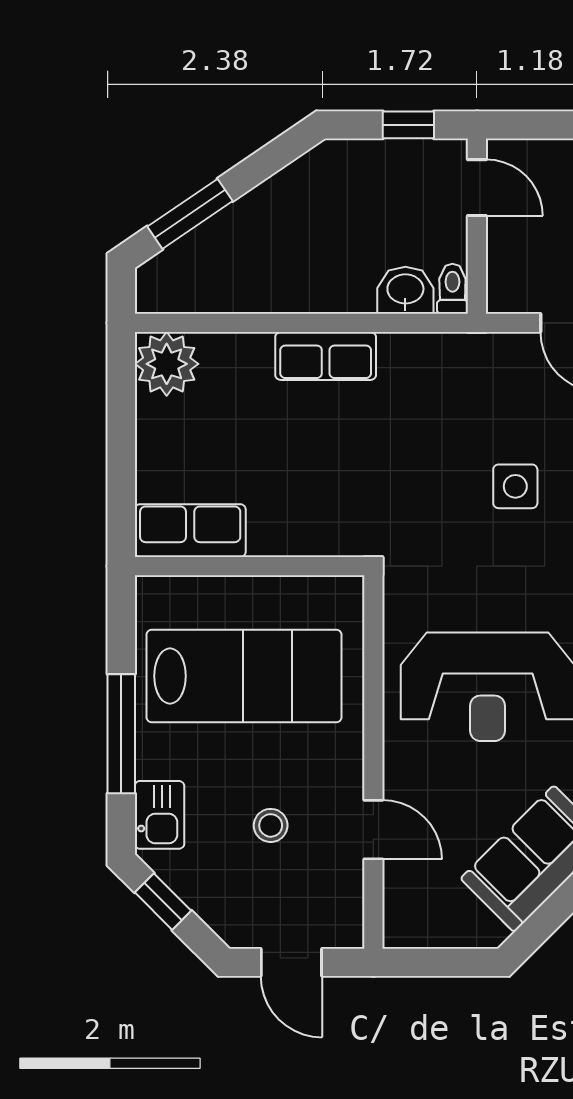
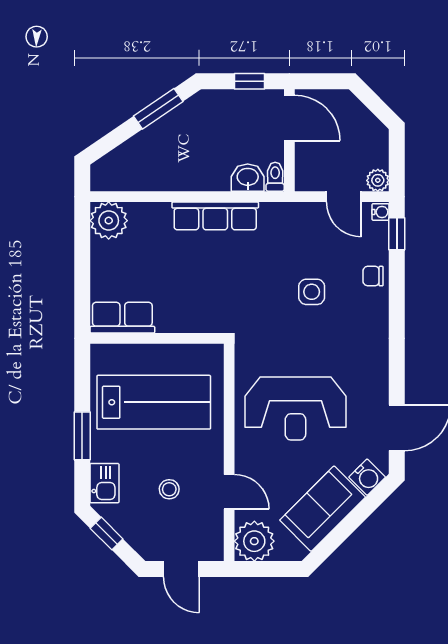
door: (477, 188) -> (289, 118), width x1.38
window: (190, 214) -> (158, 109), moved
row of seats: (326, 356) -> (215, 216), width x1.48
window: (121, 734) -> (82, 436), width x0.69
plant: (417, 915) -> (254, 541), added

